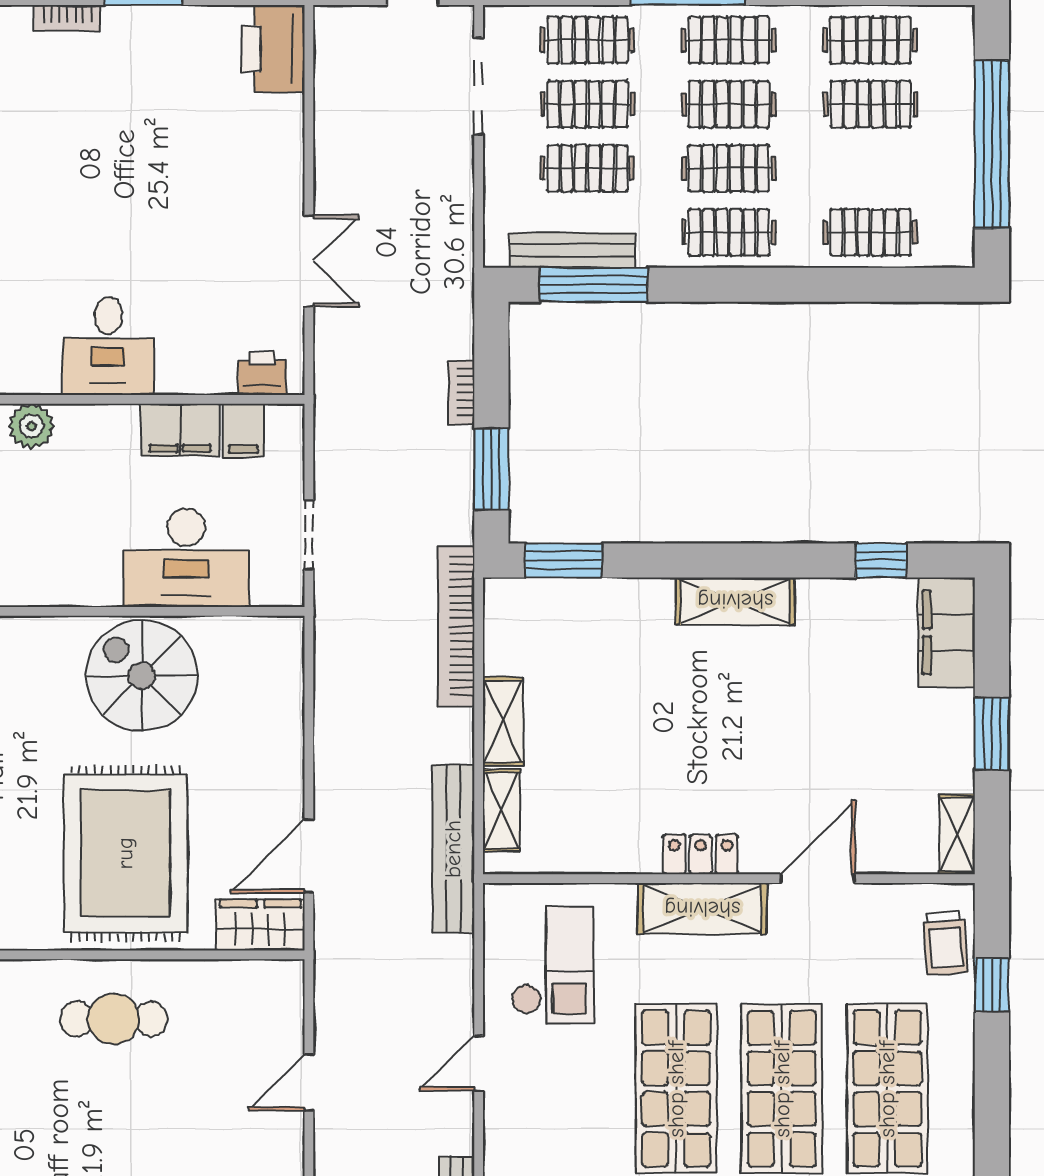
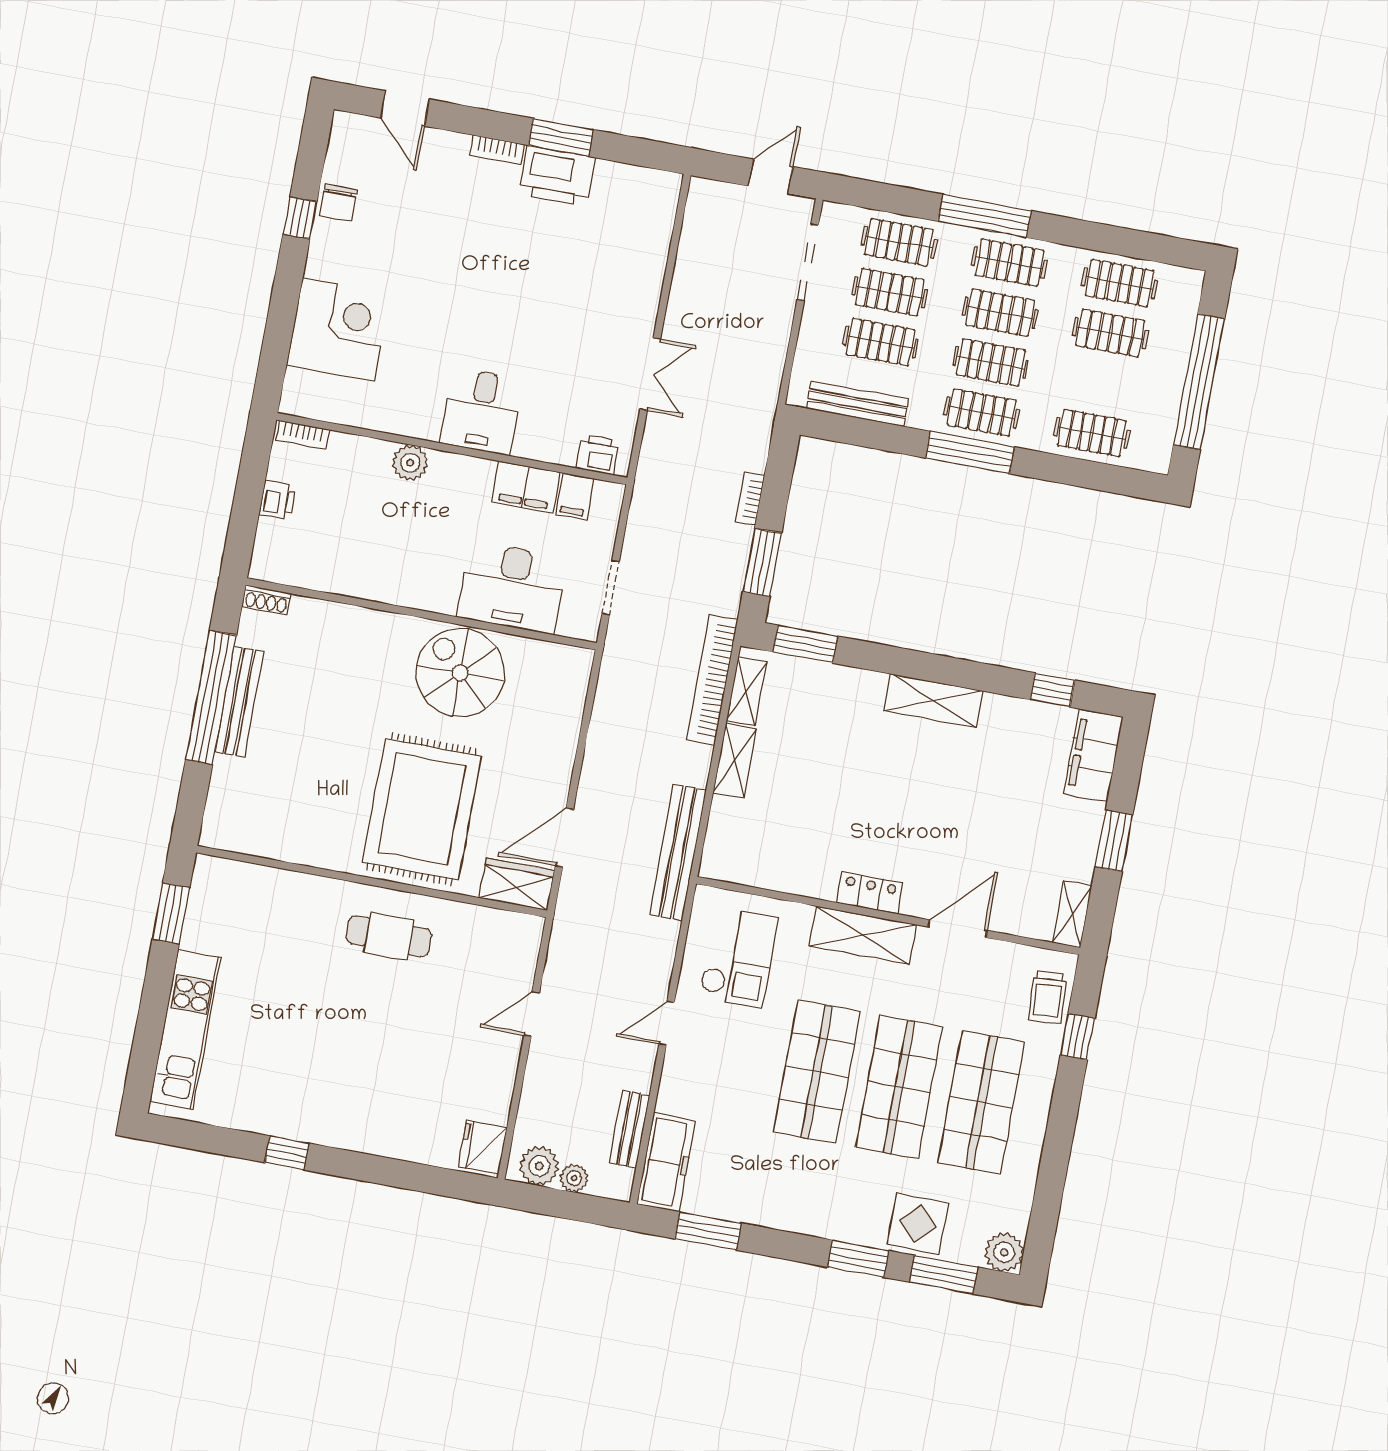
printer: (273, 49) -> (557, 176), moved, turned -90
window: (594, 285) -> (970, 452), moved
shelving: (501, 810) -> (746, 691), moved

